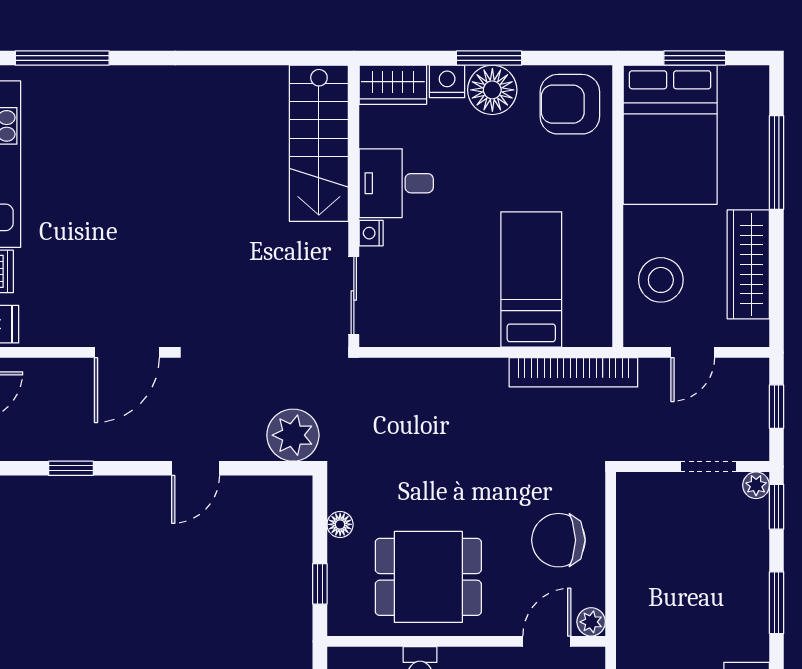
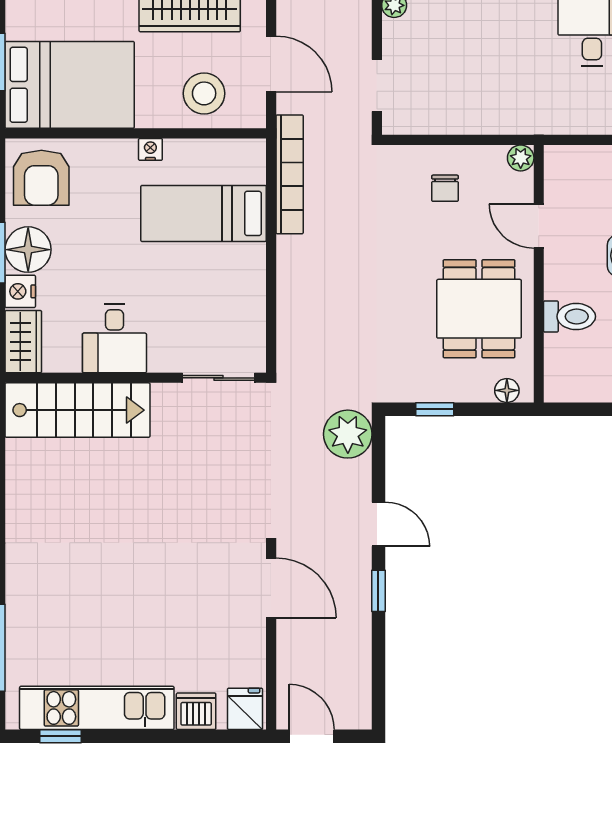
nightstand: (371, 233) -> (150, 149), moved, turned 180
door: (693, 352) -> (271, 64), width x1.38
doorway: (708, 467) -> (377, 86), moved
window: (71, 468) -> (378, 591), moved
floor lamp: (340, 524) -> (507, 390), moved
chair: (558, 540) -> (445, 188), width x0.54, depth x0.54
window: (320, 584) -> (435, 409), moved
door: (547, 641) -> (539, 226), moved

